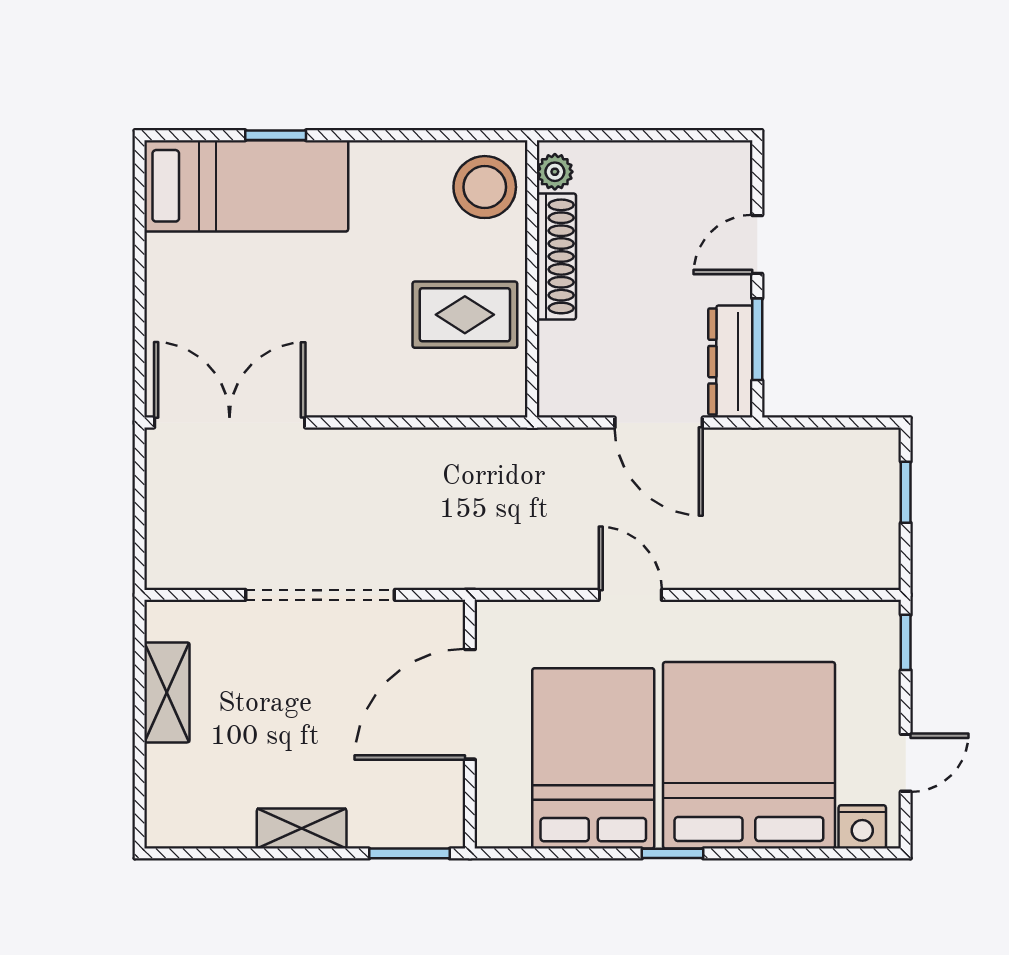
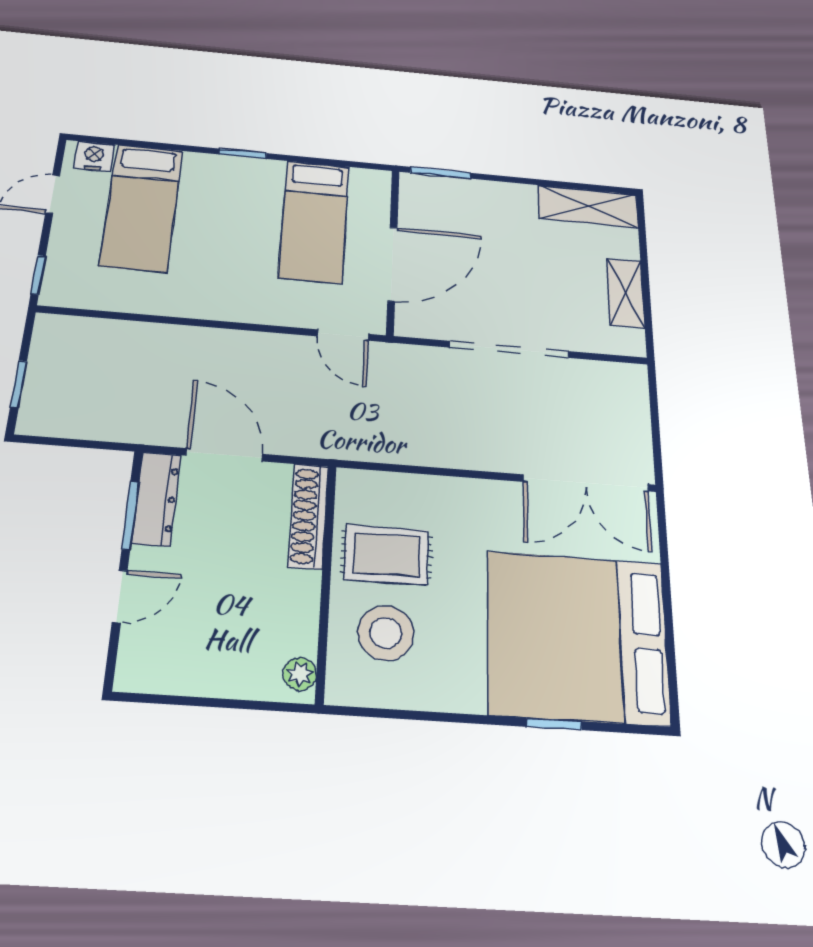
bed: (246, 186) -> (577, 637), width x2.04
stool: (485, 187) -> (386, 633), moved
shoe rack: (556, 256) -> (308, 516), moved
door: (630, 595) -> (343, 335), moved
bed: (749, 755) -> (142, 207), width x0.49
bed: (593, 758) -> (314, 221), width x0.67
shelving: (302, 829) -> (588, 206), moved, width x1.50, depth x1.33

